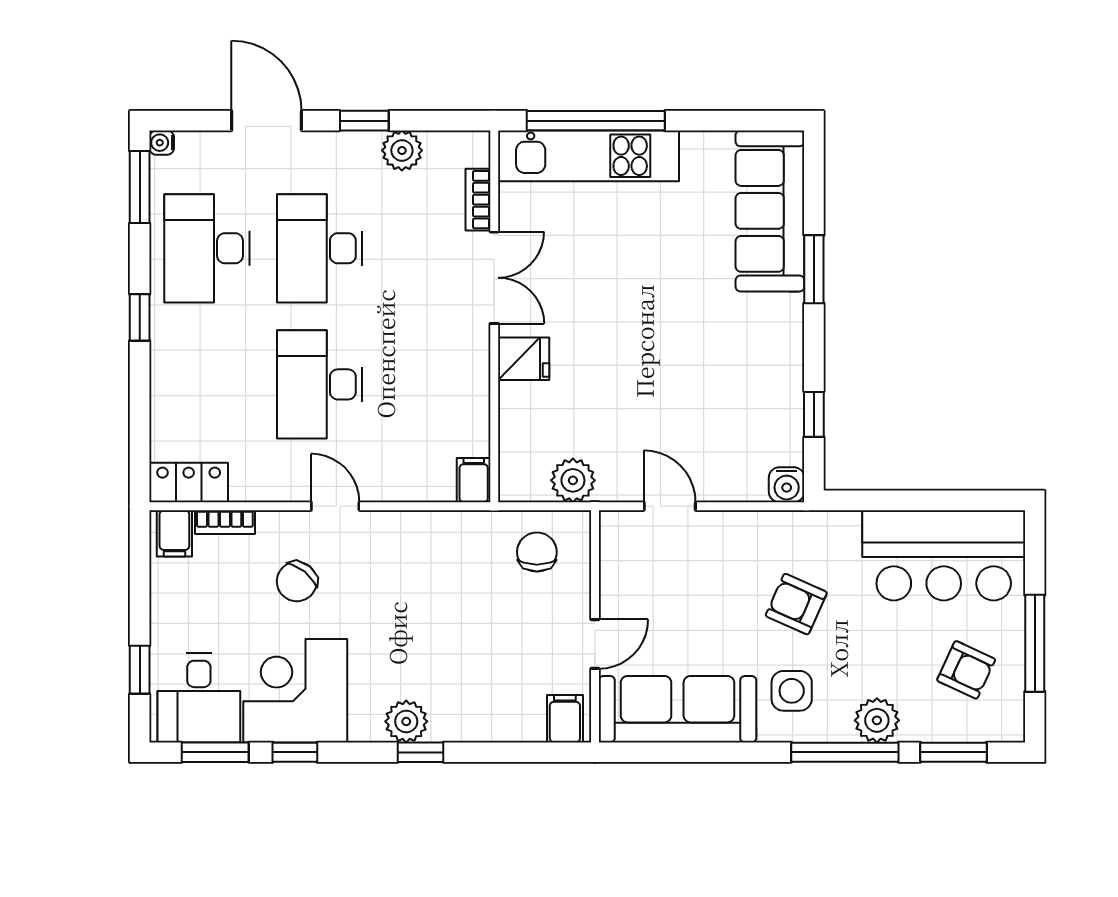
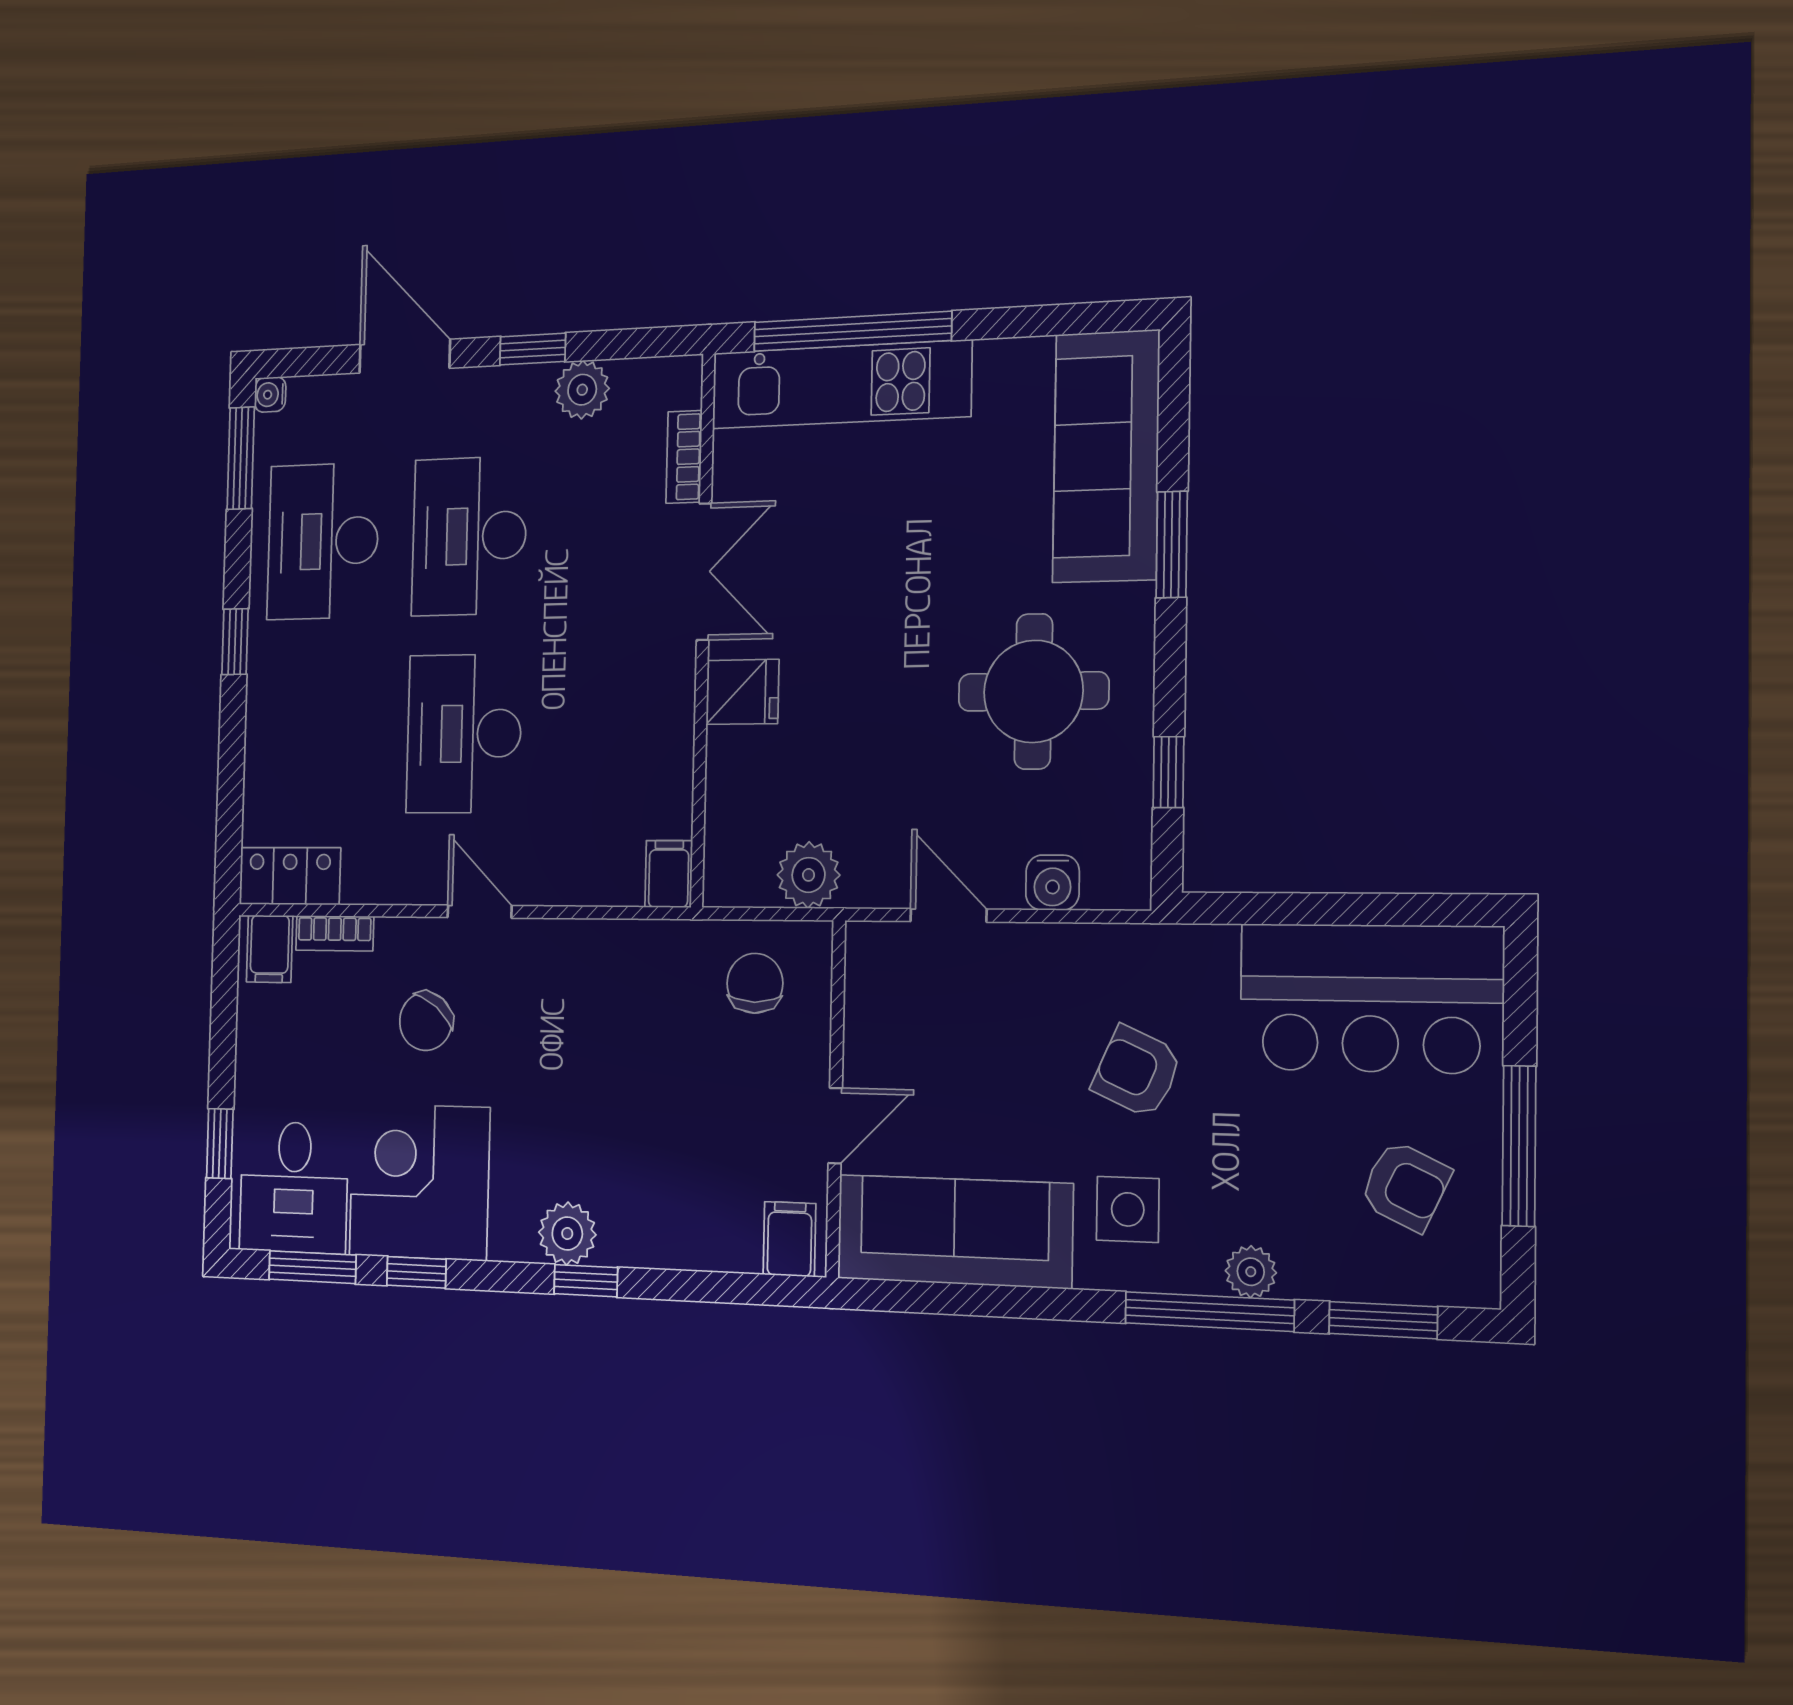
round table: (724, 362) -> (1033, 691), added
water cooler: (787, 485) -> (1053, 883), moved
plant: (877, 720) -> (1251, 1272), width x0.73, depth x0.73

